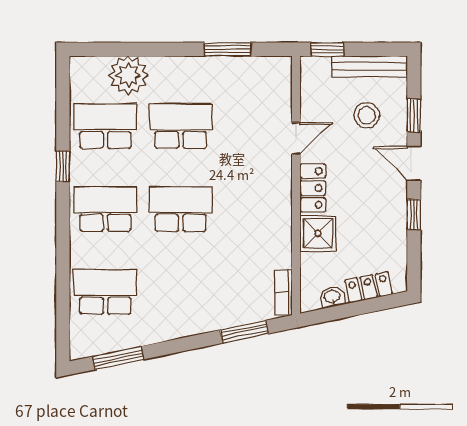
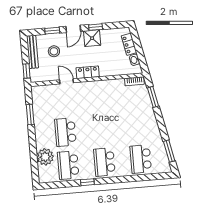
school desk: (181, 209) -> (102, 129), removed
shower: (318, 233) -> (92, 38), moved

